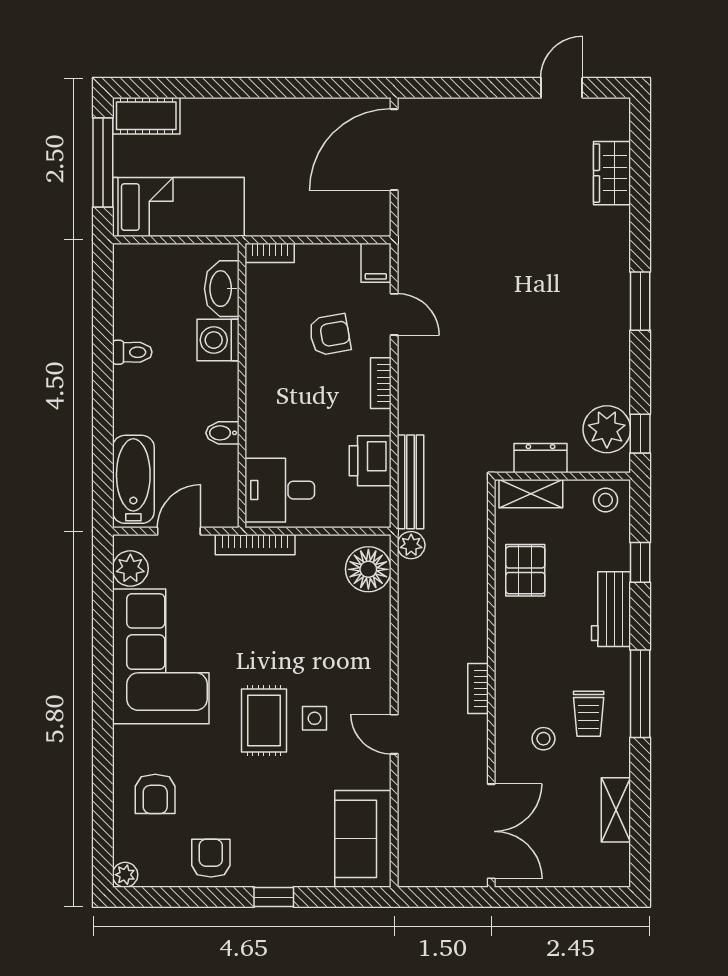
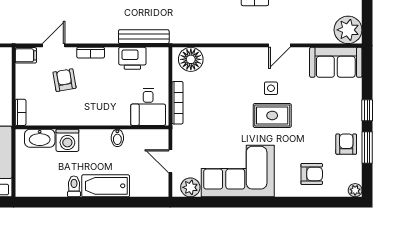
bathtub: (133, 479) -> (106, 186), moved
bookcase: (255, 545) -> (178, 103), moved
plant: (411, 545) -> (348, 30), moved, width x1.87, depth x1.87
armchair: (211, 858) -> (346, 144), turned 90
window: (205, 897) -> (367, 147), added

